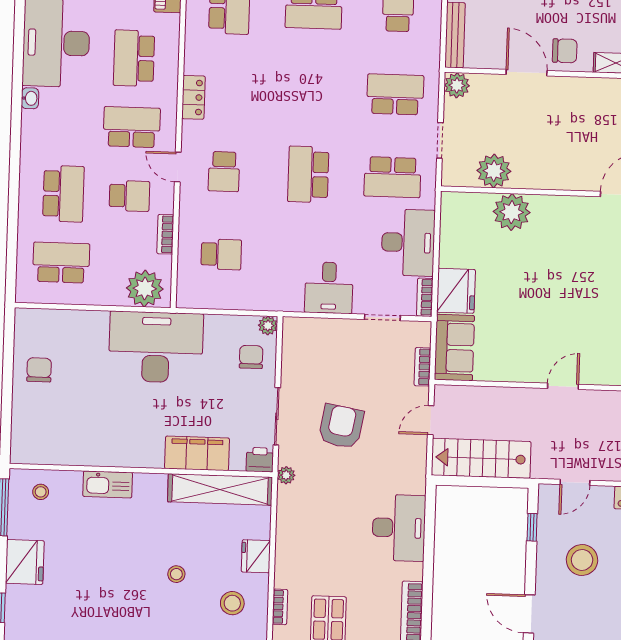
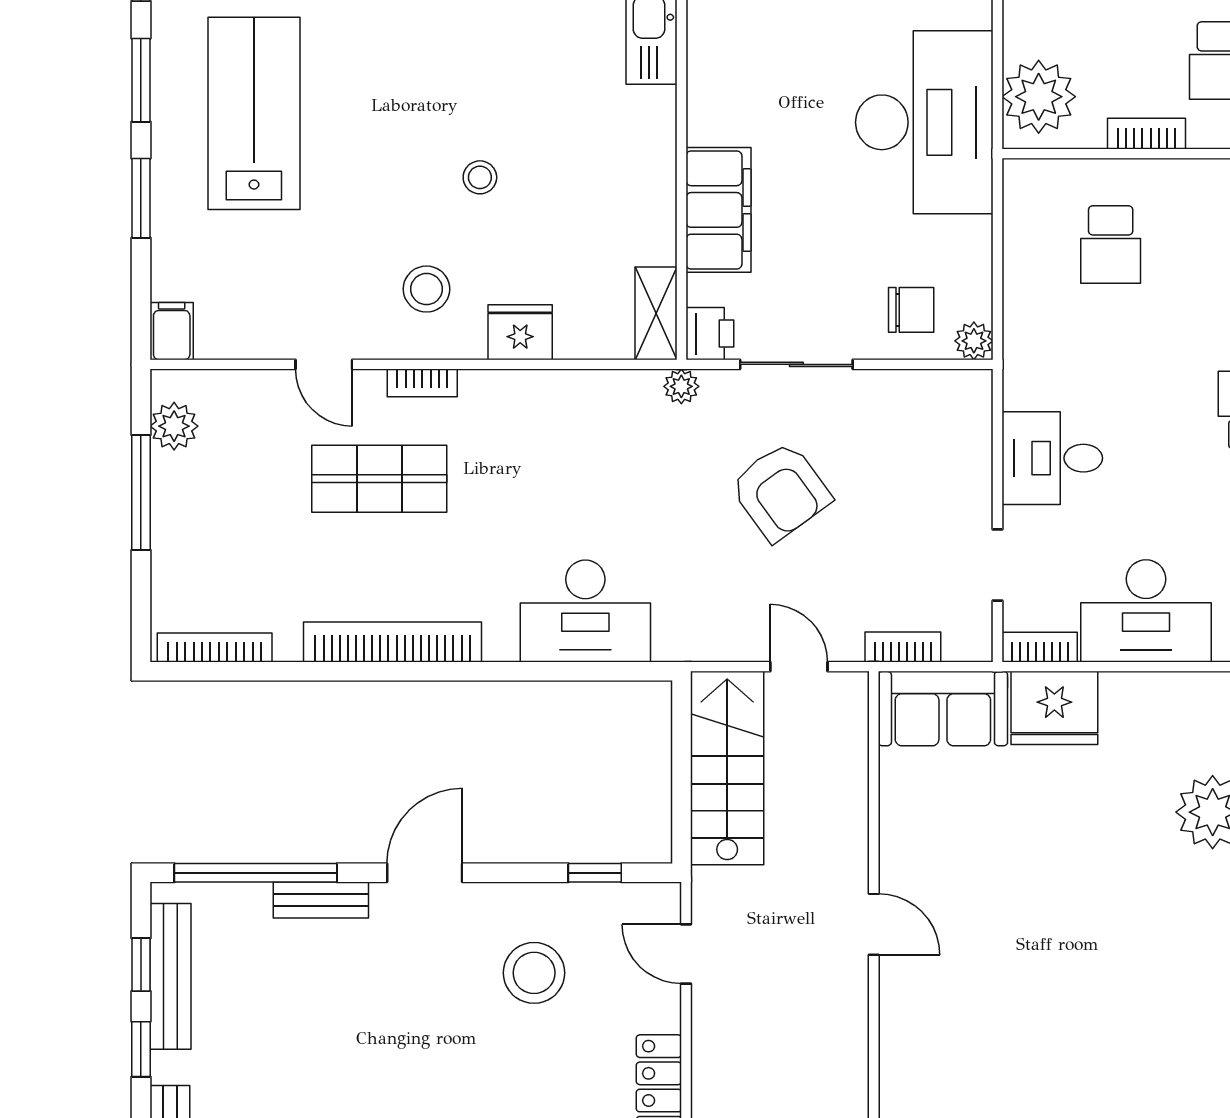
armchair: (341, 426) -> (781, 491), turned 44
shelving: (220, 489) -> (656, 313), width x0.45, depth x0.75

